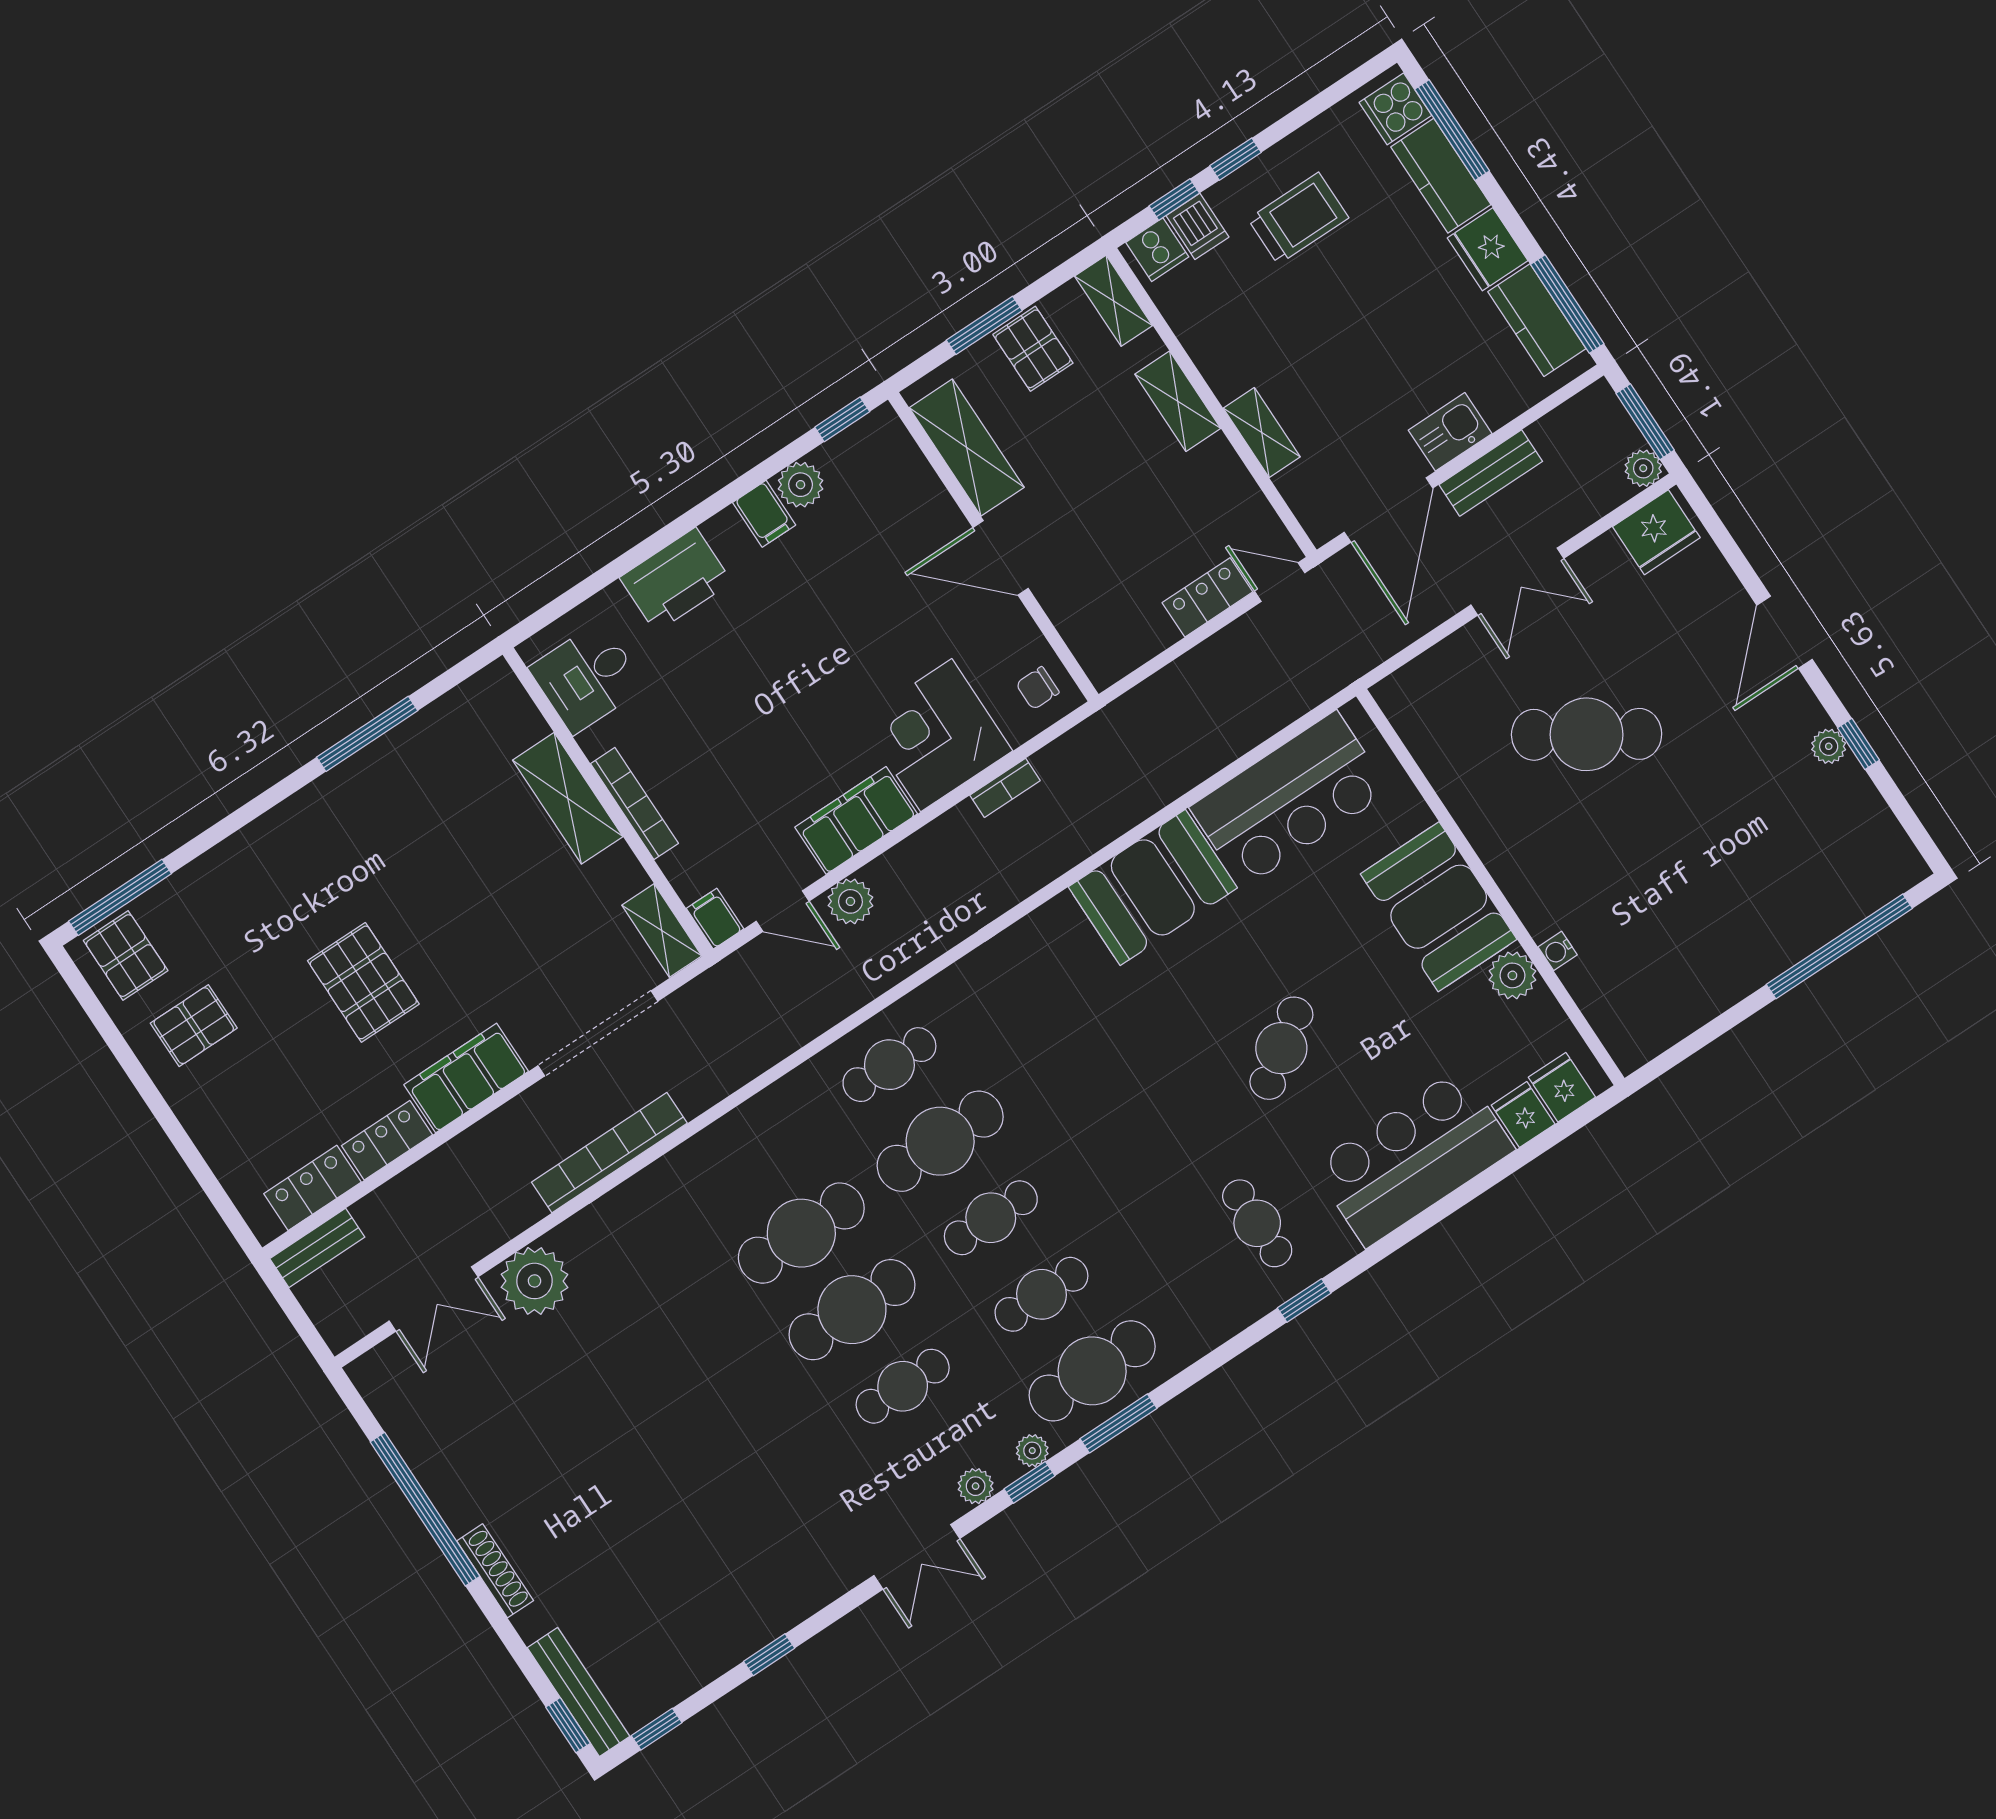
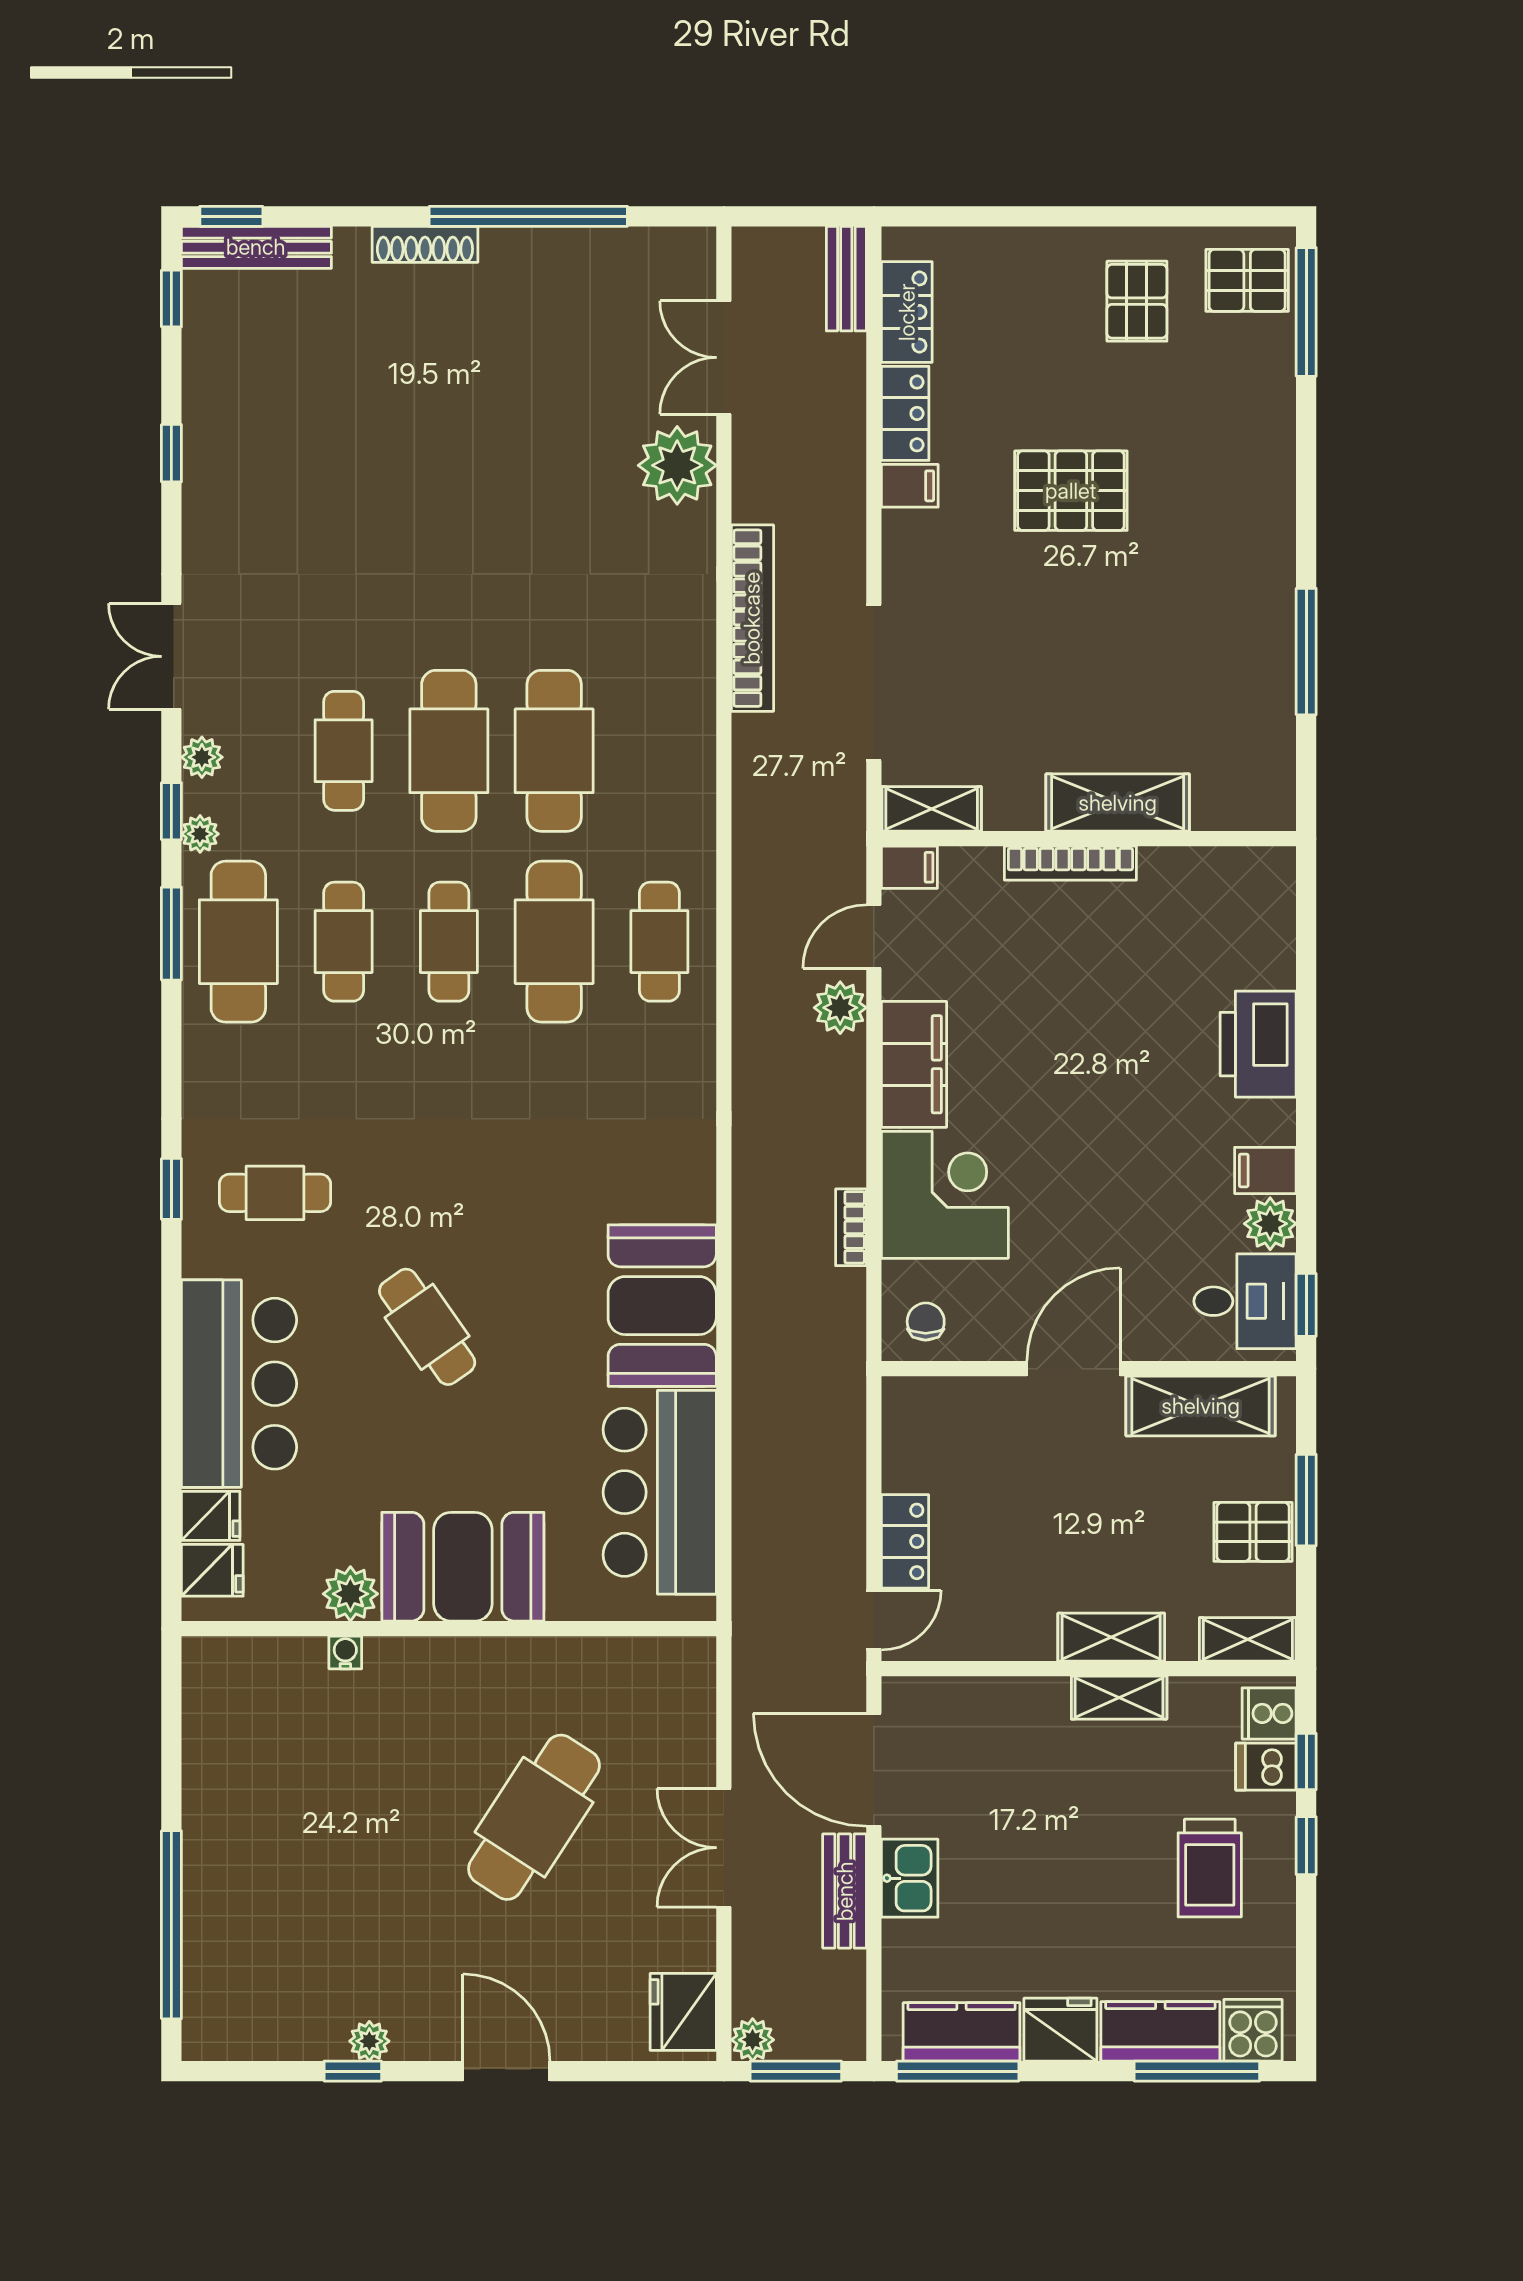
shelving: (1262, 433) -> (1119, 1698), moved
desk: (587, 678) -> (1245, 1301), moved, turned 90
filing cabinet: (466, 1078) -> (910, 486), width x0.33, depth x0.86

